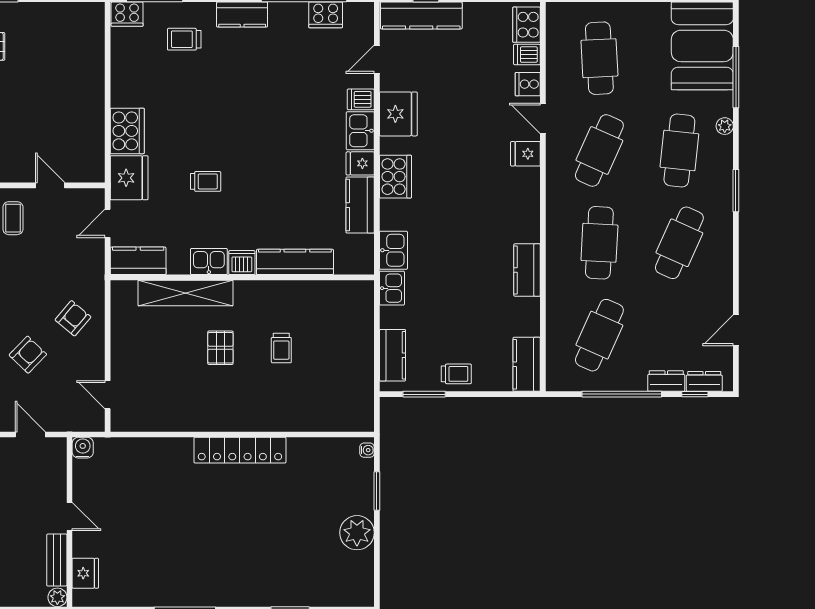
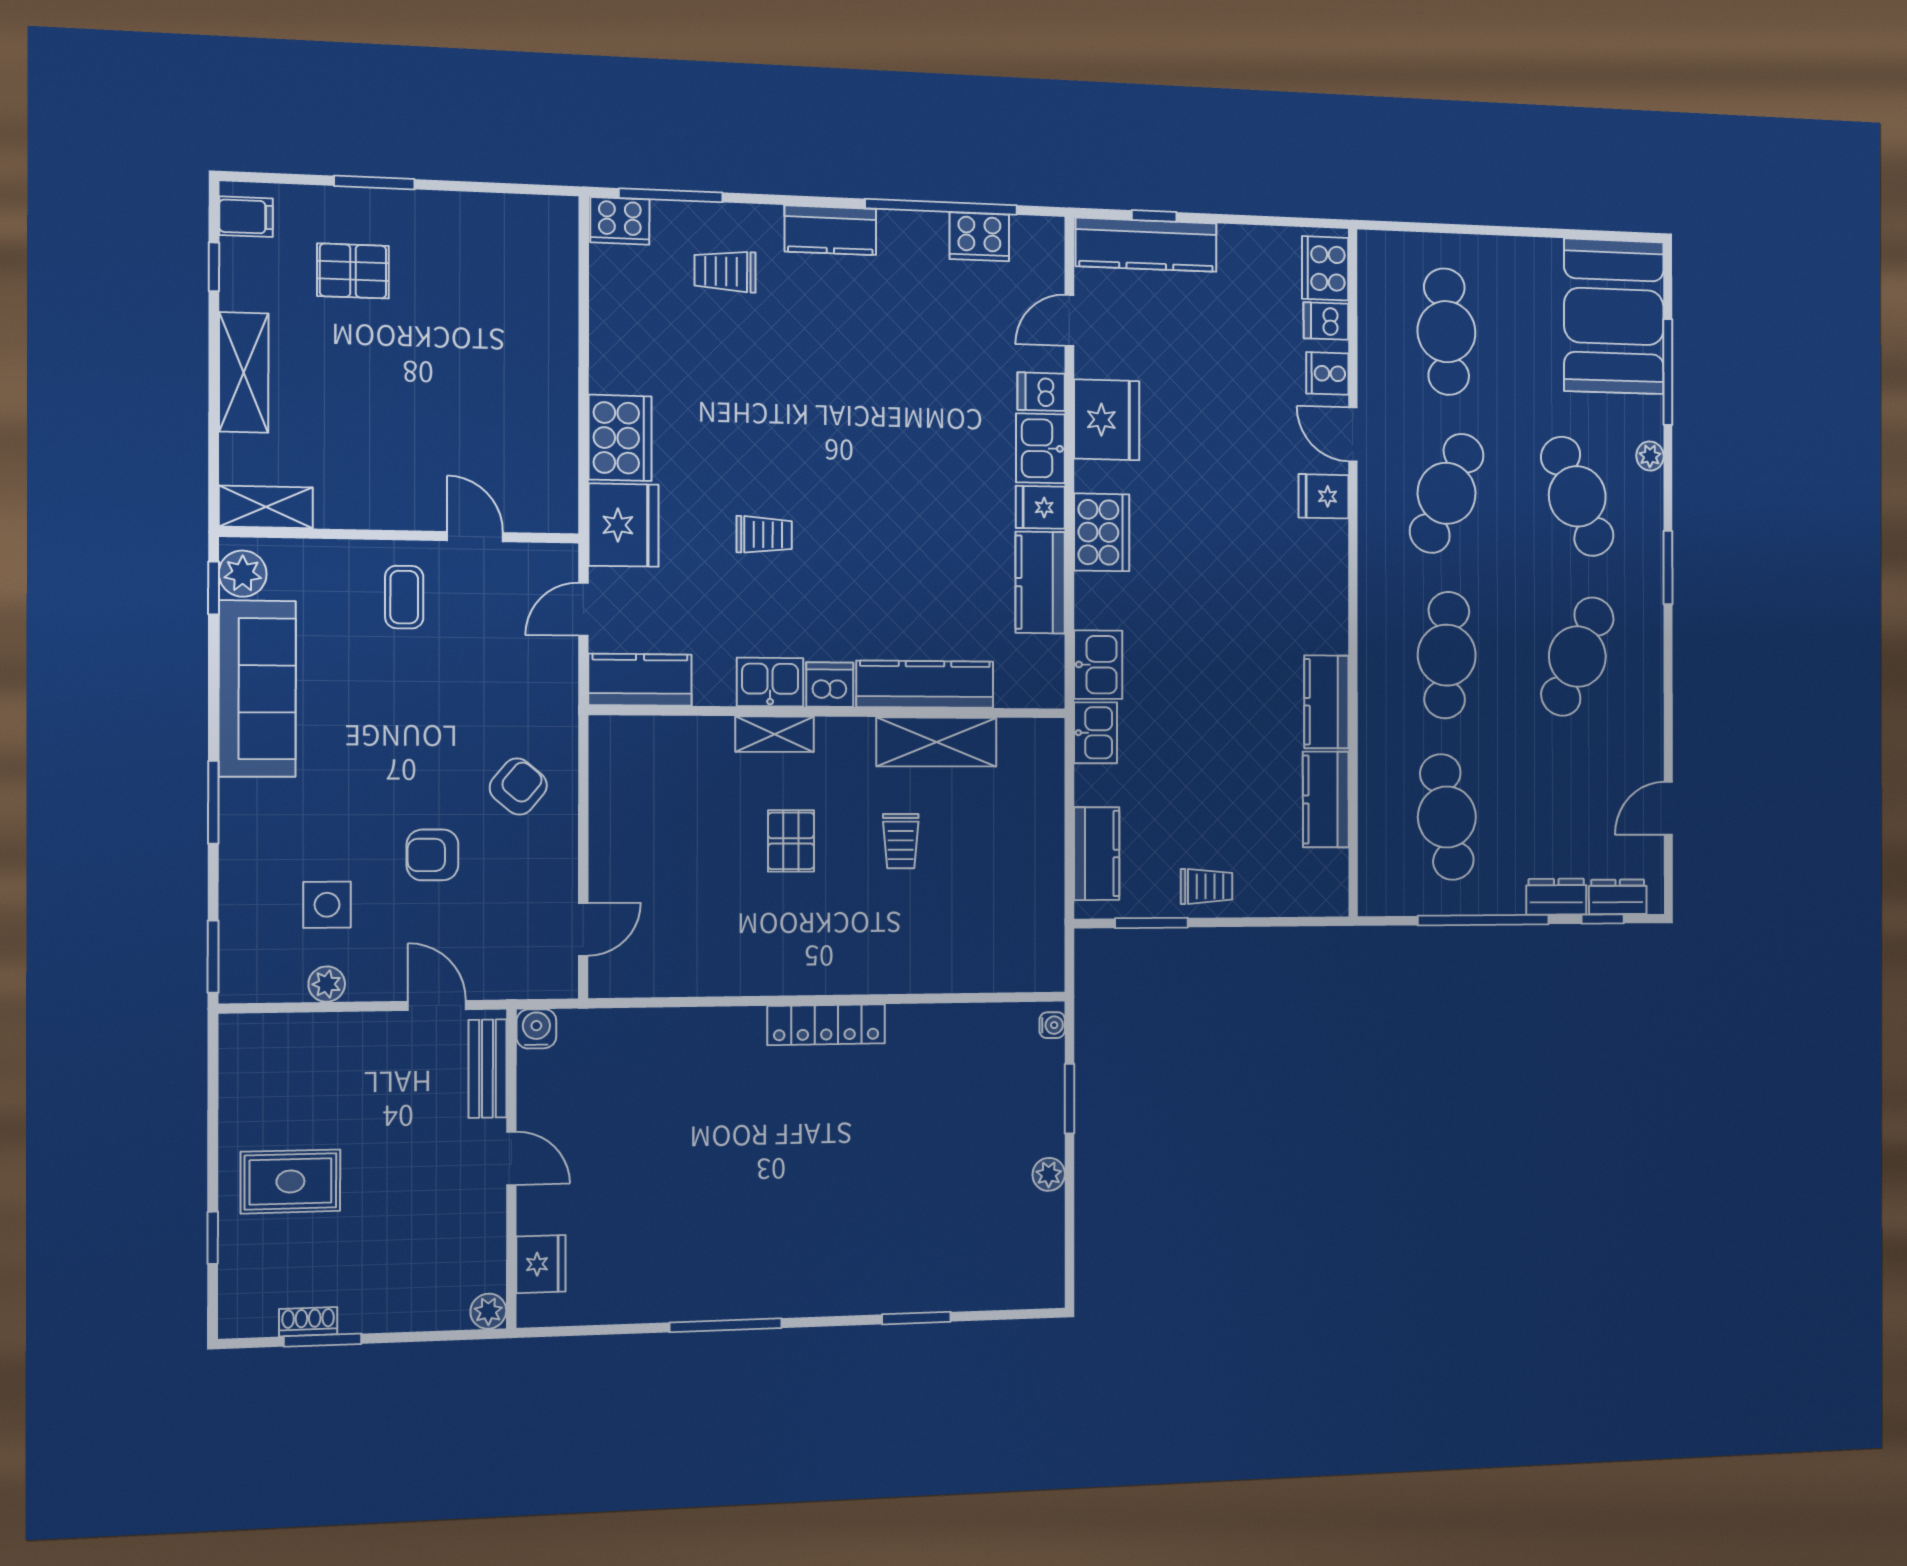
cafe table: (679, 150) -> (1577, 496), turned -30
shelving: (186, 293) -> (775, 734), width x0.45, depth x0.75
shelving: (301, 294) -> (937, 742), added
cafe table: (599, 335) -> (1447, 817), turned -33
armchair: (28, 355) -> (432, 855), turned -134
kitchen counter: (527, 364) -> (1326, 799), moved
door: (108, 395) -> (583, 929), swing flipped
locker: (240, 450) -> (826, 1025), width x0.71, depth x0.83
plant: (357, 533) -> (1049, 1174), width x0.53, depth x0.53
bench: (57, 560) -> (487, 1069), moved

